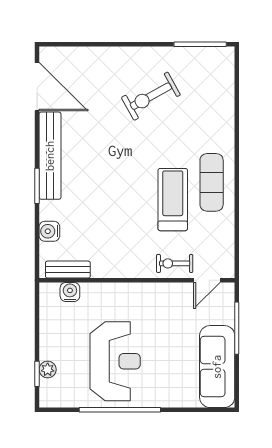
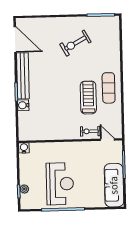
water cooler: (49, 231) -> (23, 105), moved
bench: (68, 270) -> (34, 136), removed
door: (207, 280) -> (107, 140), swing flipped
water cooler: (70, 292) -> (24, 148), moved

